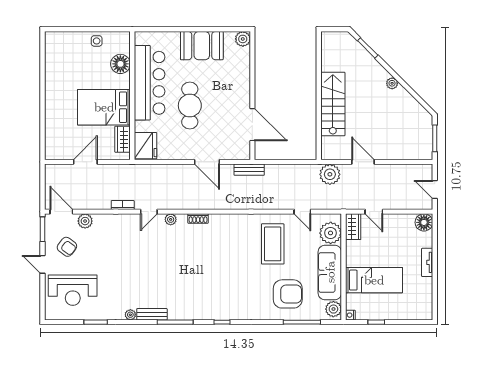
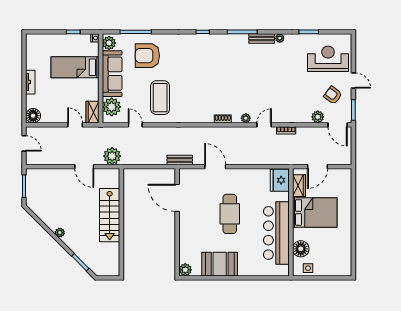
floor lamp: (120, 64) -> (301, 249), moved
bar counter: (150, 83) -> (276, 233), moved
wall: (132, 96) -> (291, 222), moved
bed: (104, 107) -> (315, 212), moved
wardrobe: (123, 139) -> (299, 186), moved
fridge: (146, 146) -> (280, 180), moved

